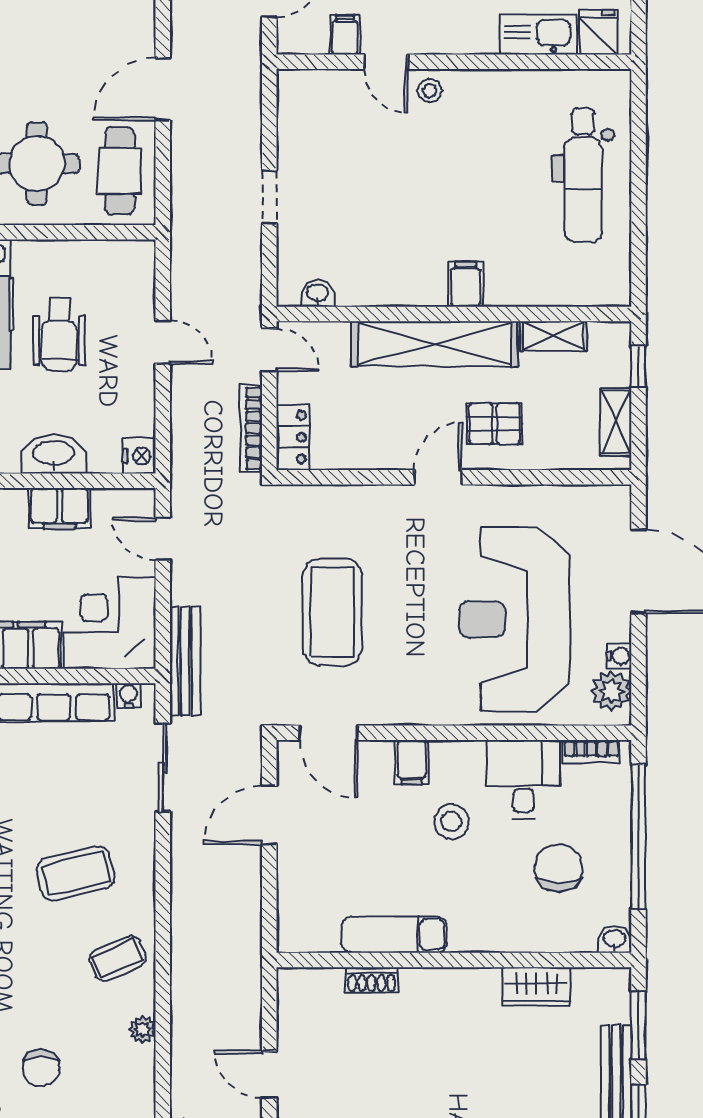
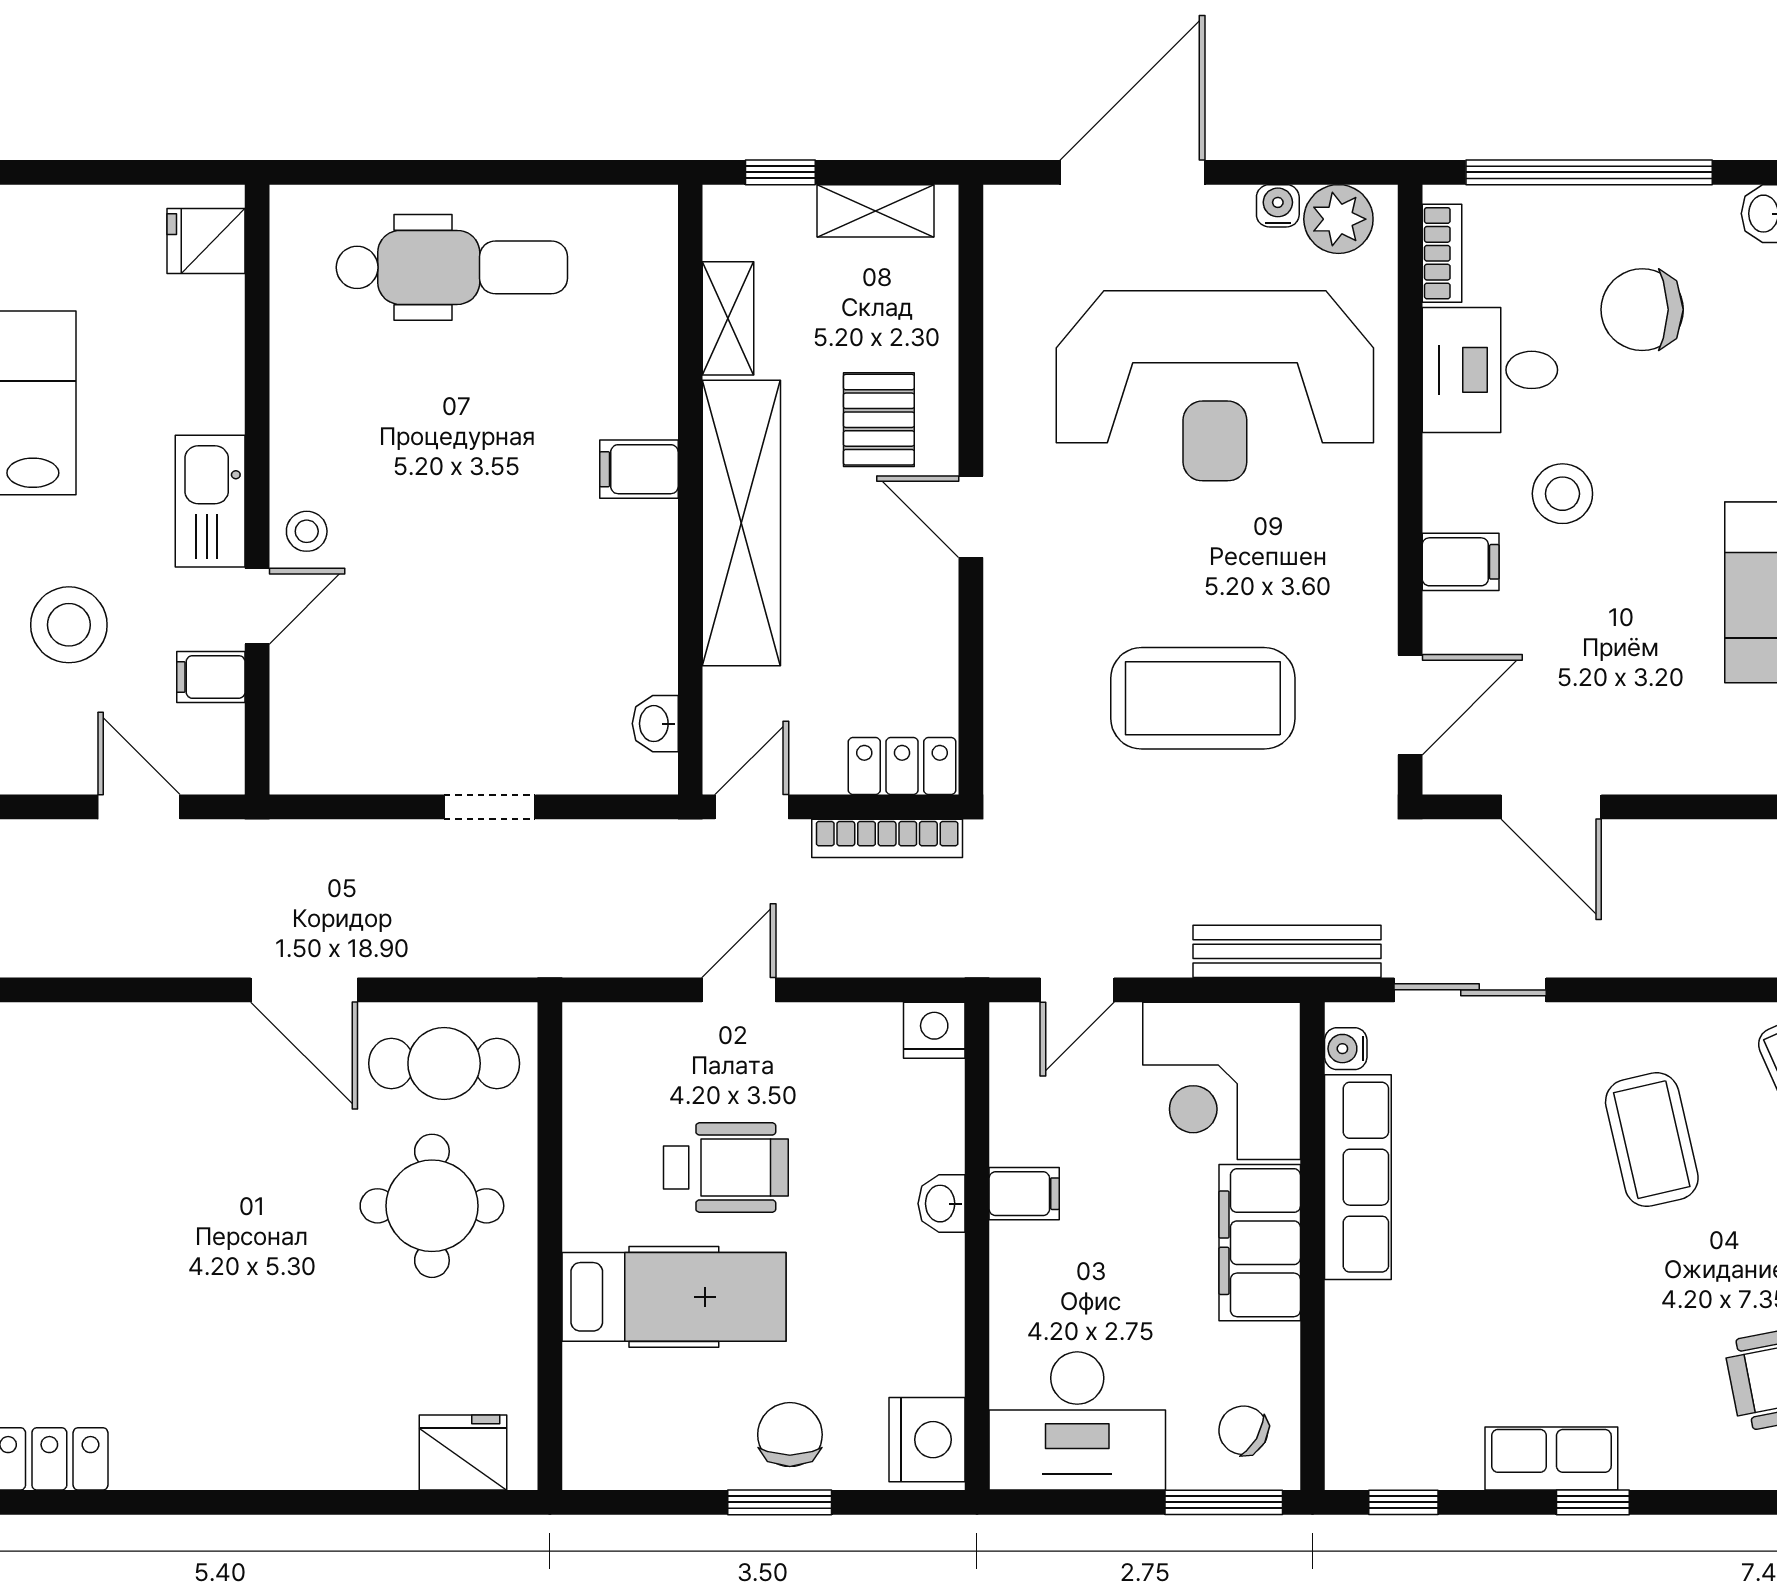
kitchen sink: (538, 34) -> (210, 501), moved
washbasin: (54, 454) -> (941, 1204), width x0.52, depth x0.69
filing cabinet: (59, 508) -> (1024, 1194), width x0.50

